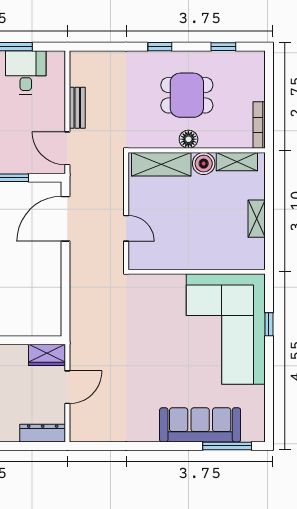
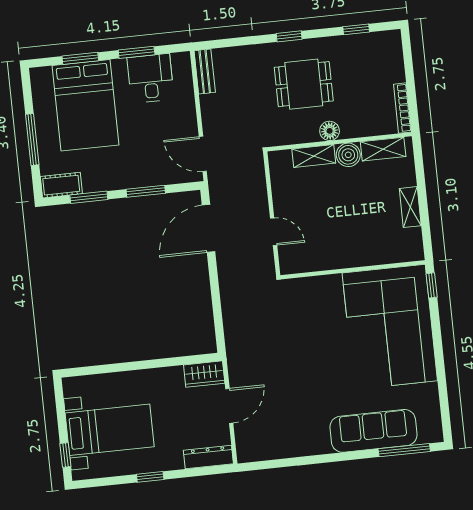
dining table: (187, 95) -> (304, 84), moved
bench: (77, 108) -> (205, 71), moved
shelving: (161, 164) -> (314, 156), width x0.67, depth x0.75
window: (269, 324) -> (432, 285), moved

